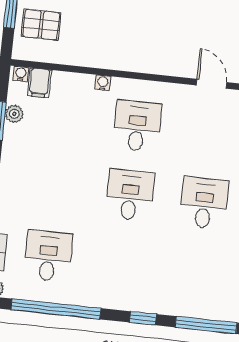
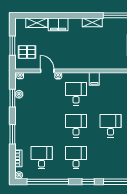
filing cabinet: (39, 83) -> (94, 79), moved
door: (211, 84) -> (47, 71), moved
desk: (122, 264) -> (76, 158), added

